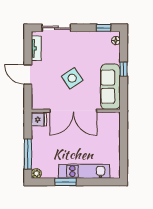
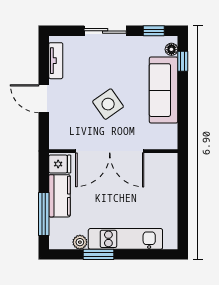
sliding door: (56, 28) -> (105, 31), moved
window: (124, 69) -> (183, 61), moved
sofa: (110, 87) -> (164, 90), moved
kitchen counter: (39, 141) -> (59, 196), added
plant: (36, 173) -> (80, 242), moved

